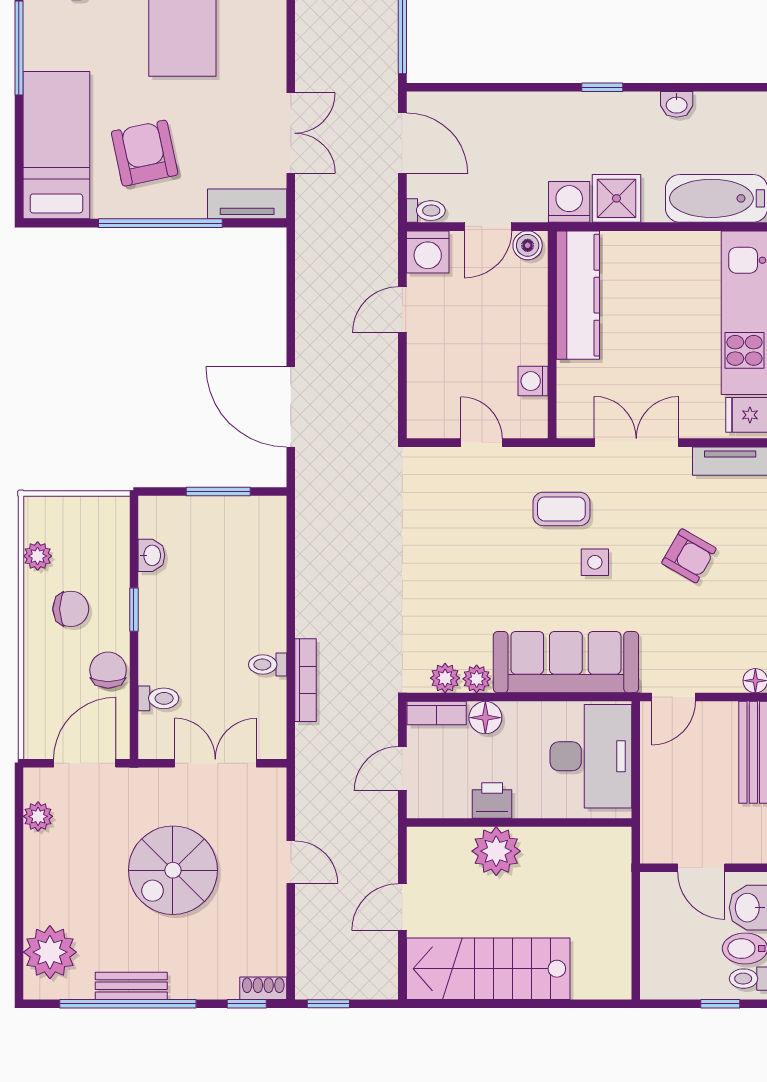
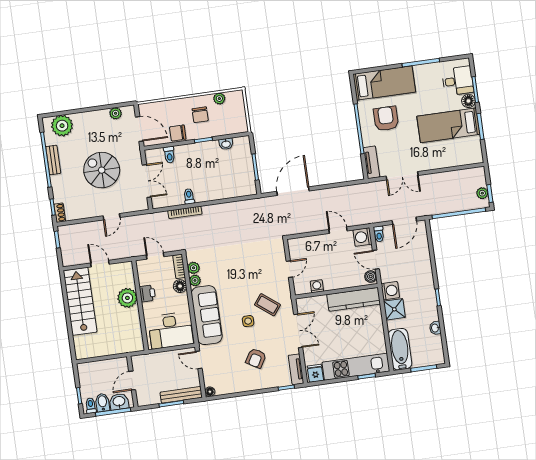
armchair: (145, 153) -> (386, 119), turned -78
coffee table: (561, 509) -> (267, 305), turned -52
chair: (108, 670) -> (178, 133), turned 180

